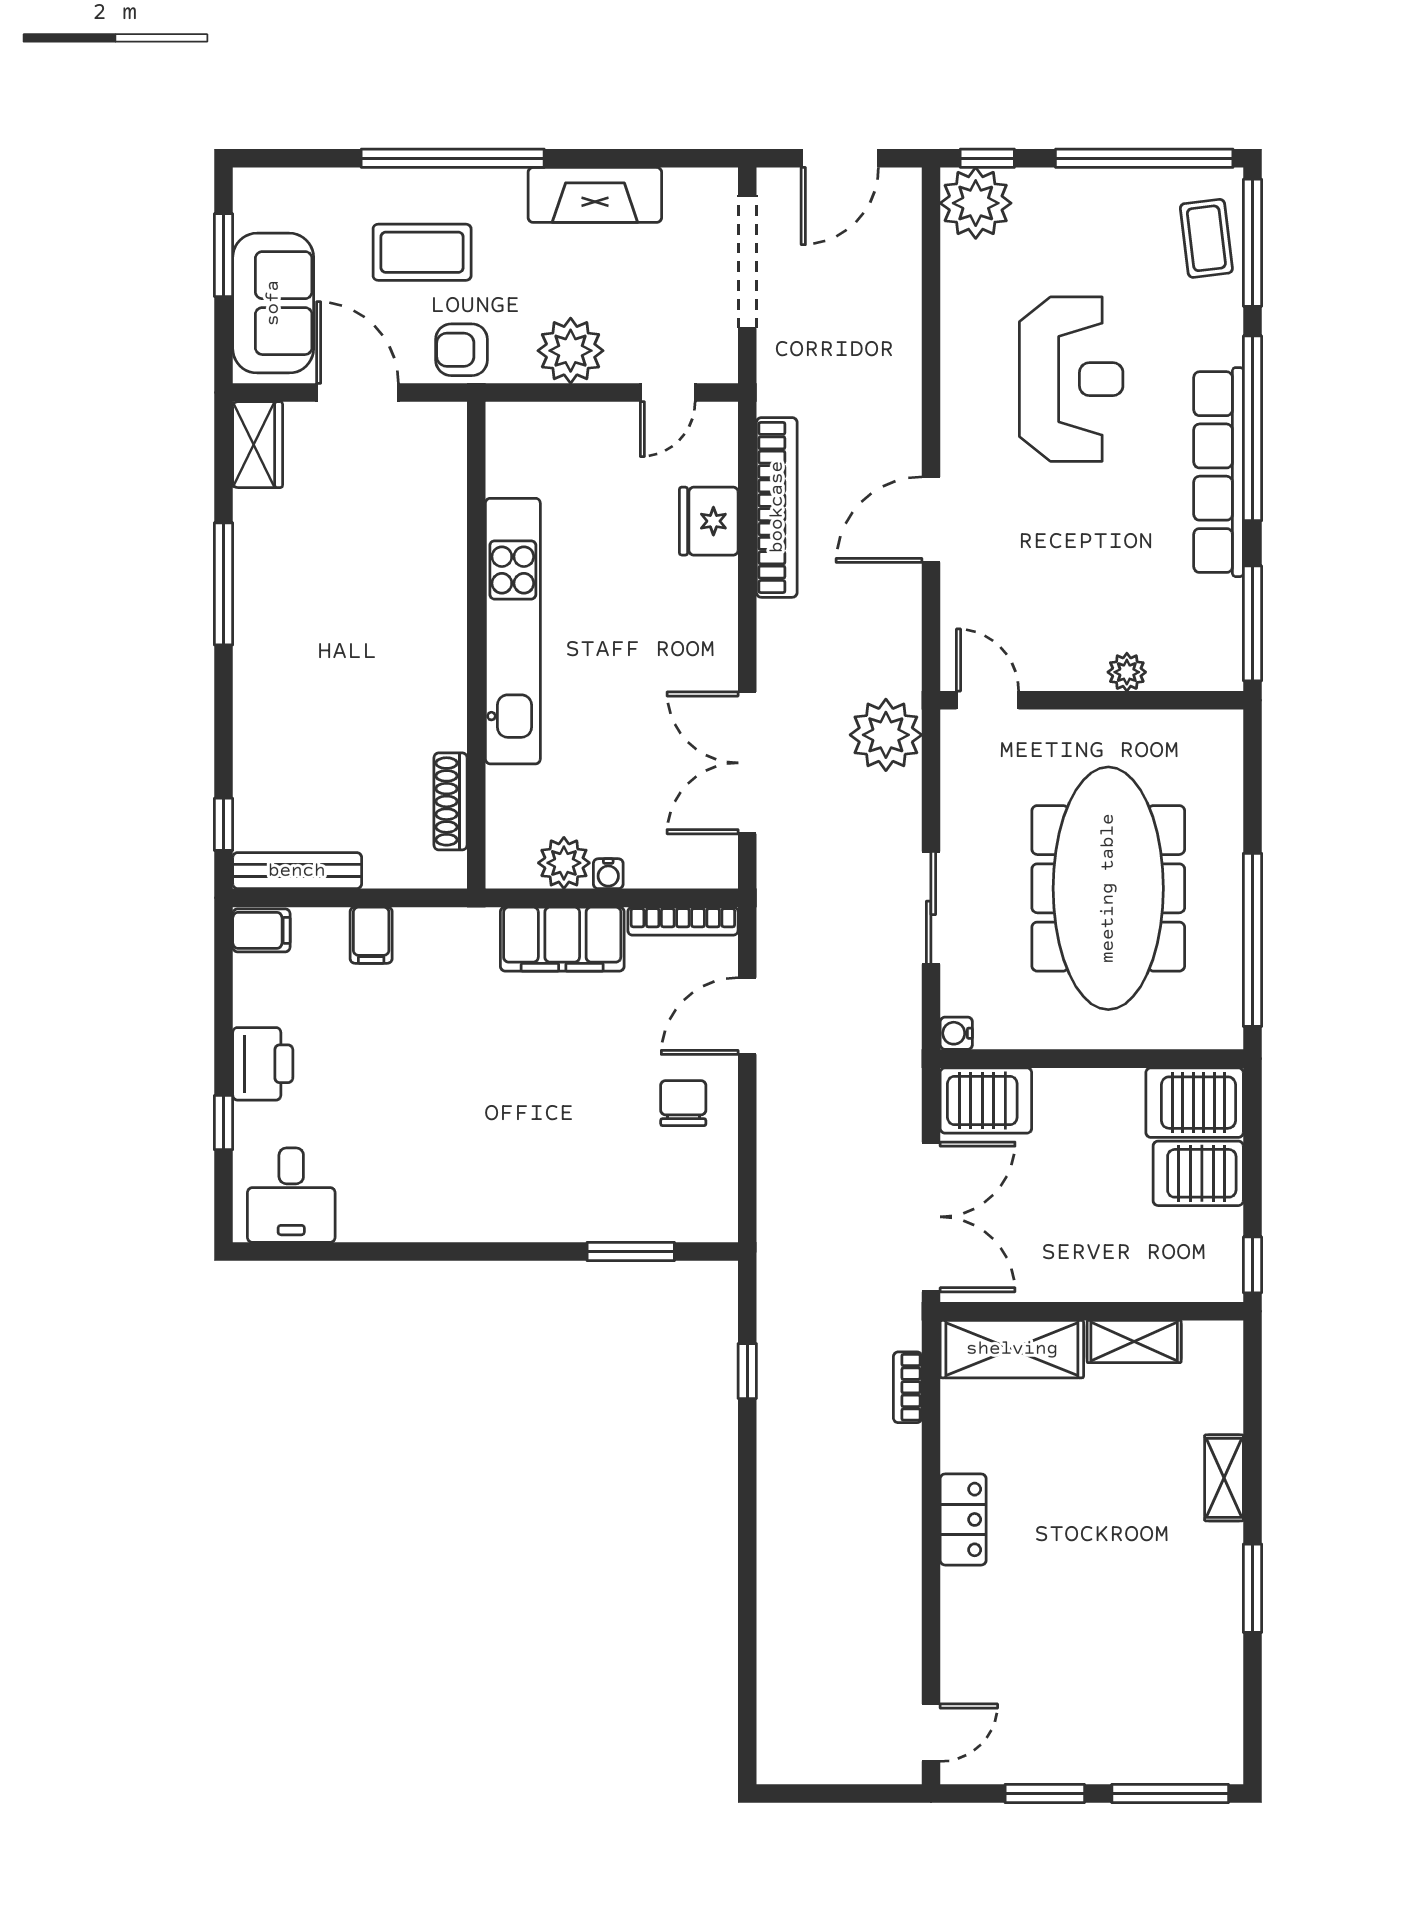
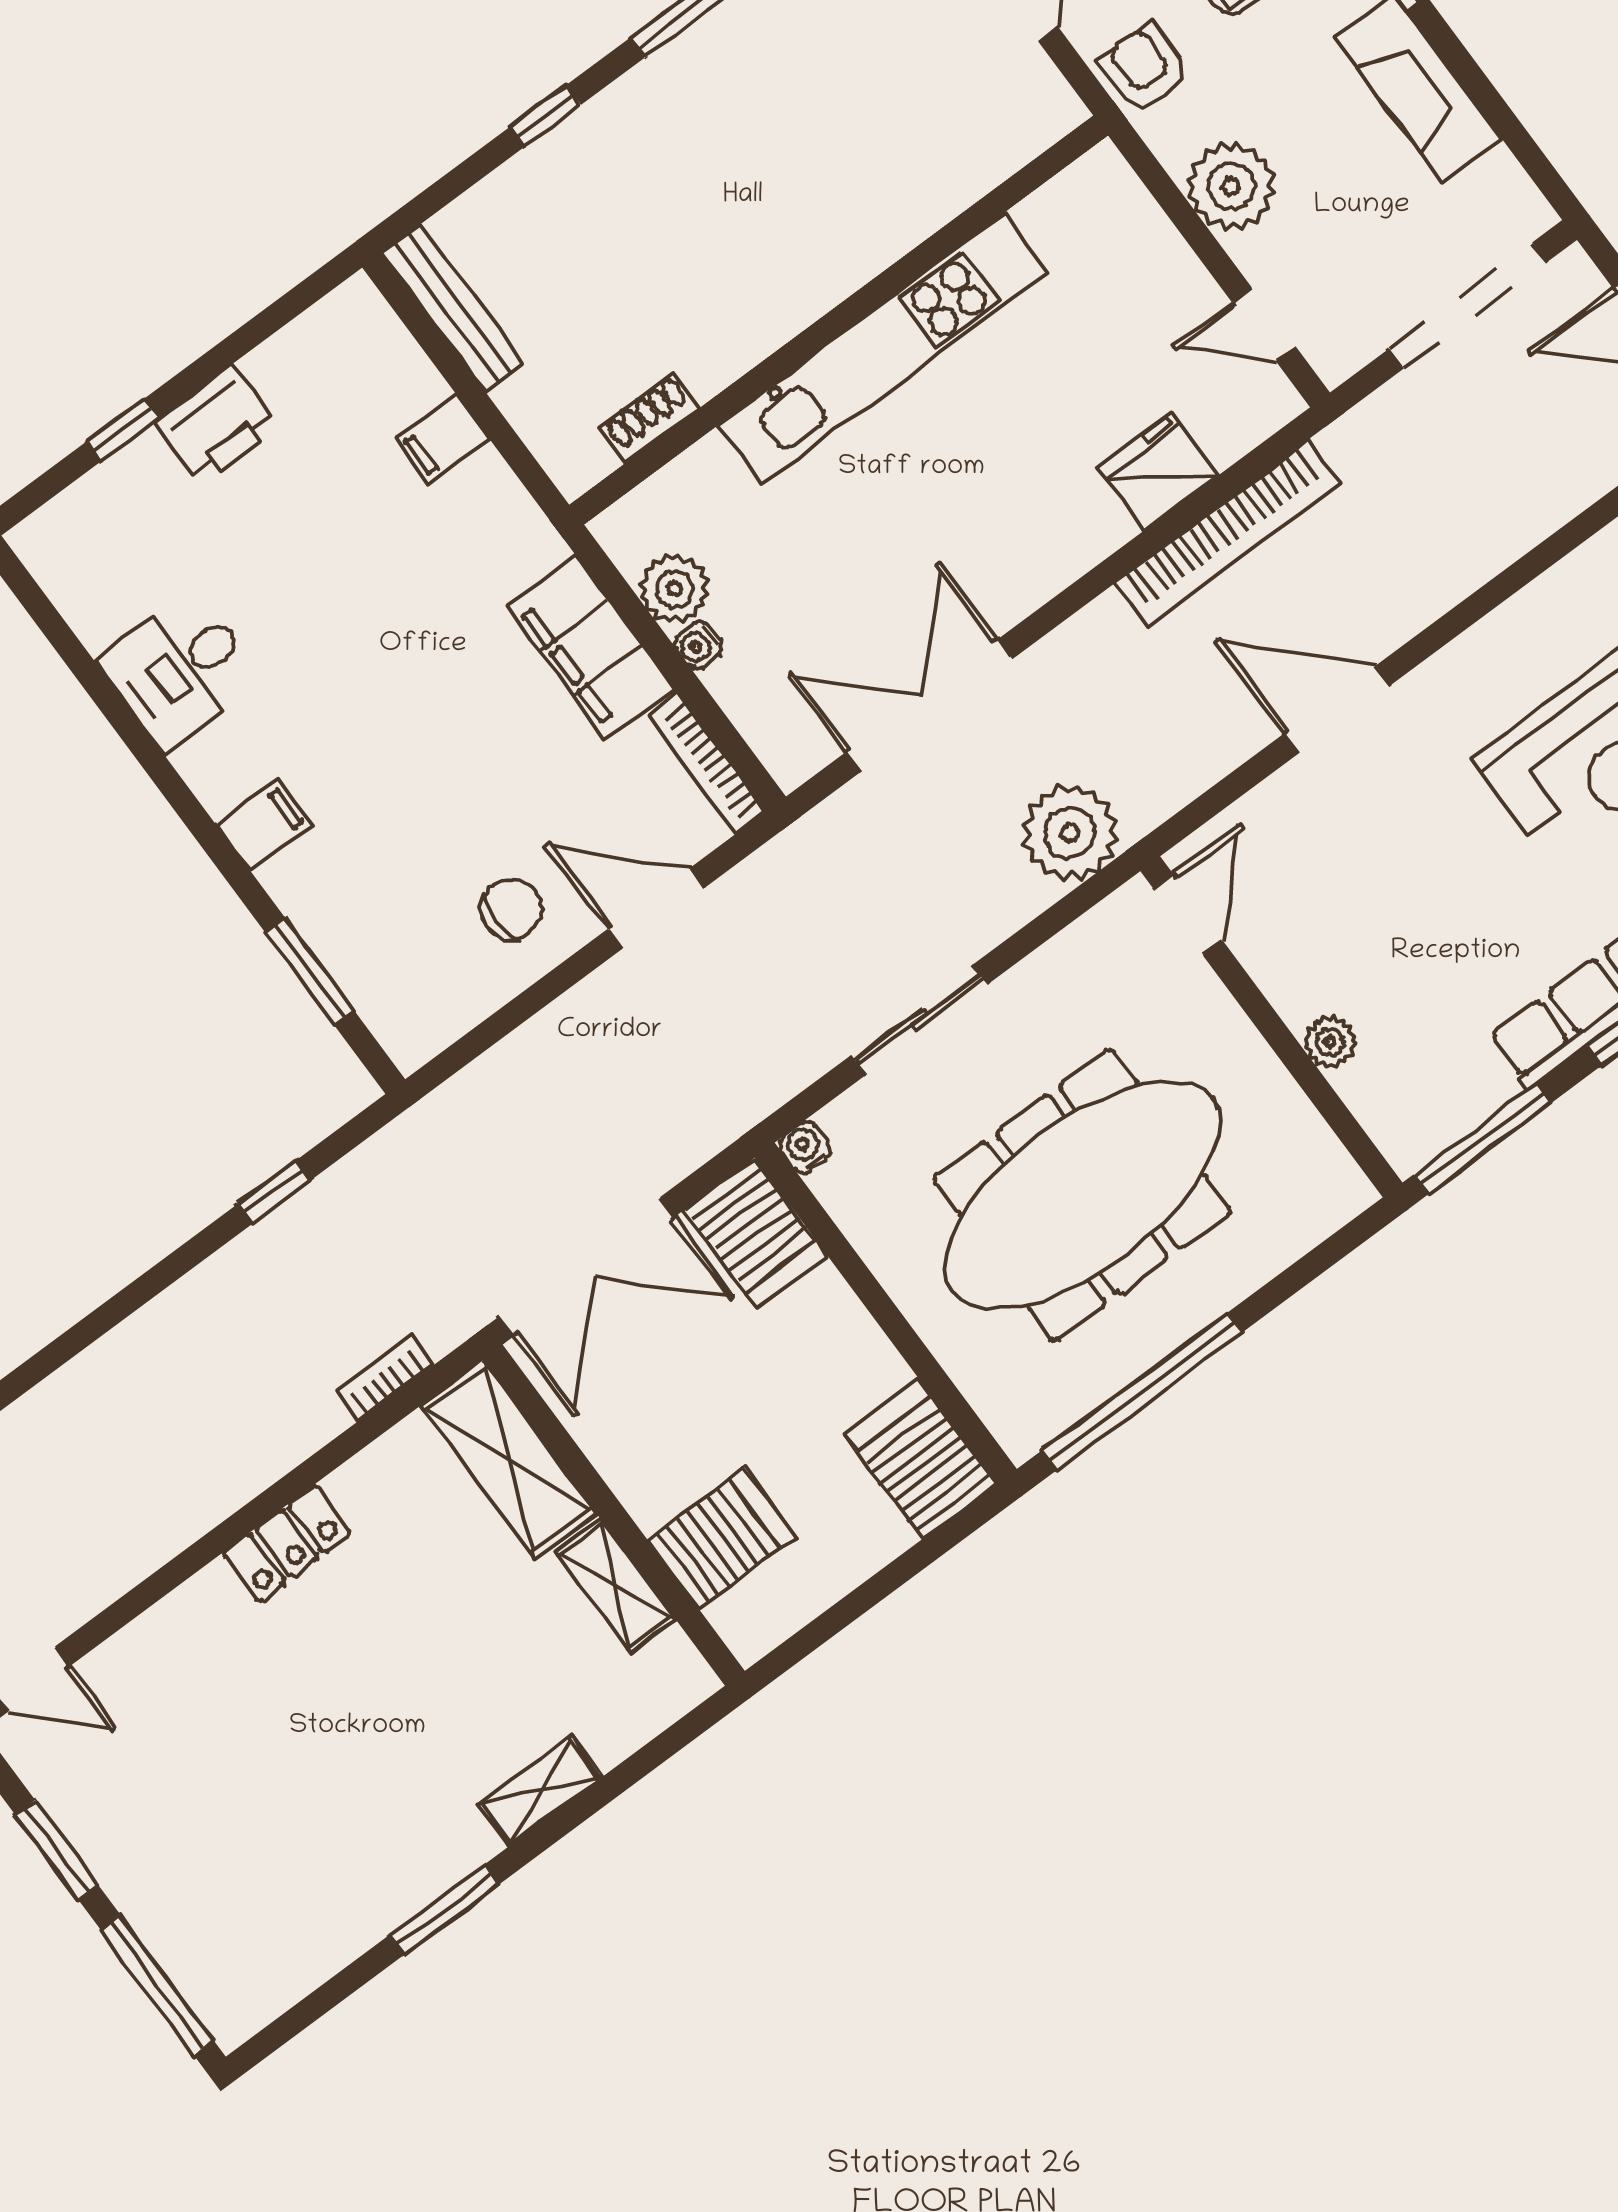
shoe rack: (450, 801) -> (650, 417), width x0.70
window: (224, 824) -> (545, 116), moved
filing cabinet: (261, 930) -> (264, 825), moved, turned -90
server rack: (1198, 1173) -> (722, 1538), moved, turned 90
desk: (291, 1195) -> (180, 671), moved
window: (1252, 1265) -> (792, 1651), removed

